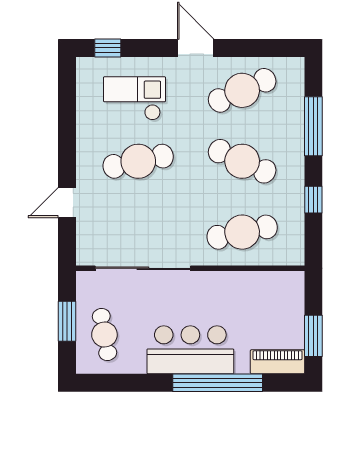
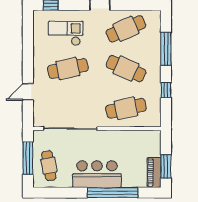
window: (67, 321) -> (28, 158), width x1.44
piano: (278, 362) -> (154, 173), moved, turned -90

